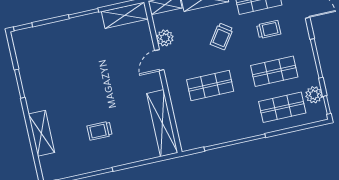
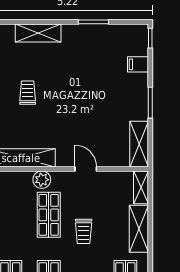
filing cabinet: (50, 33) -> (138, 64), added
trolley: (222, 36) -> (84, 231), moved, turned -125
plant: (165, 38) -> (42, 180), moved

